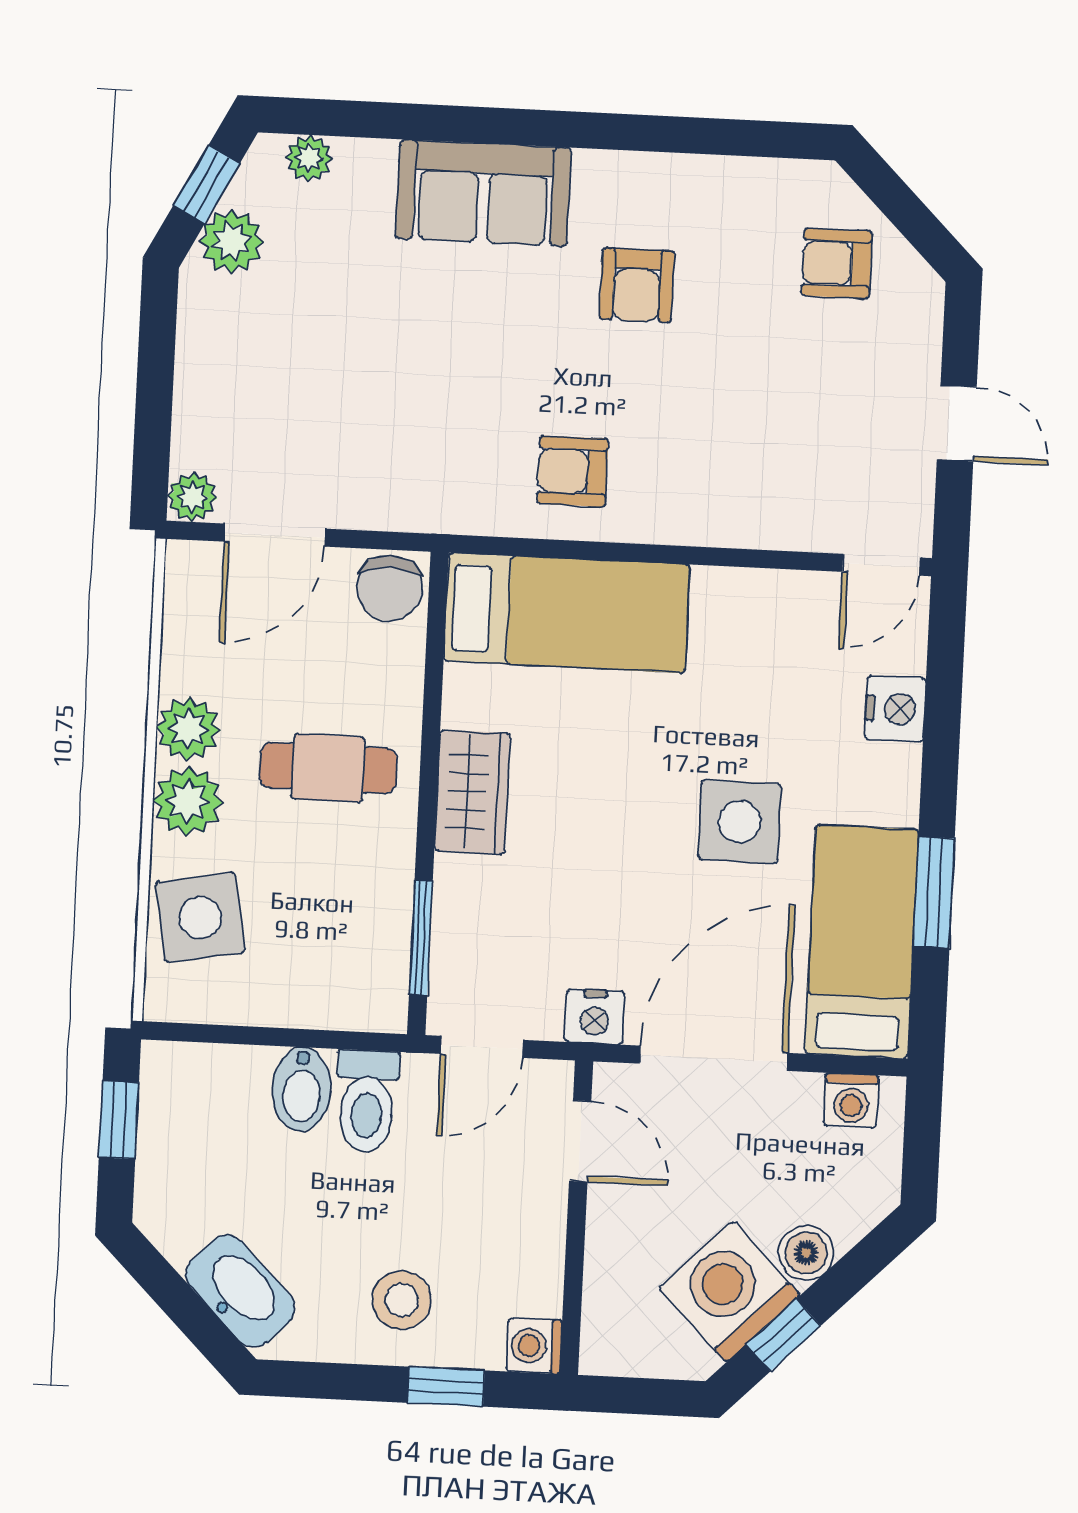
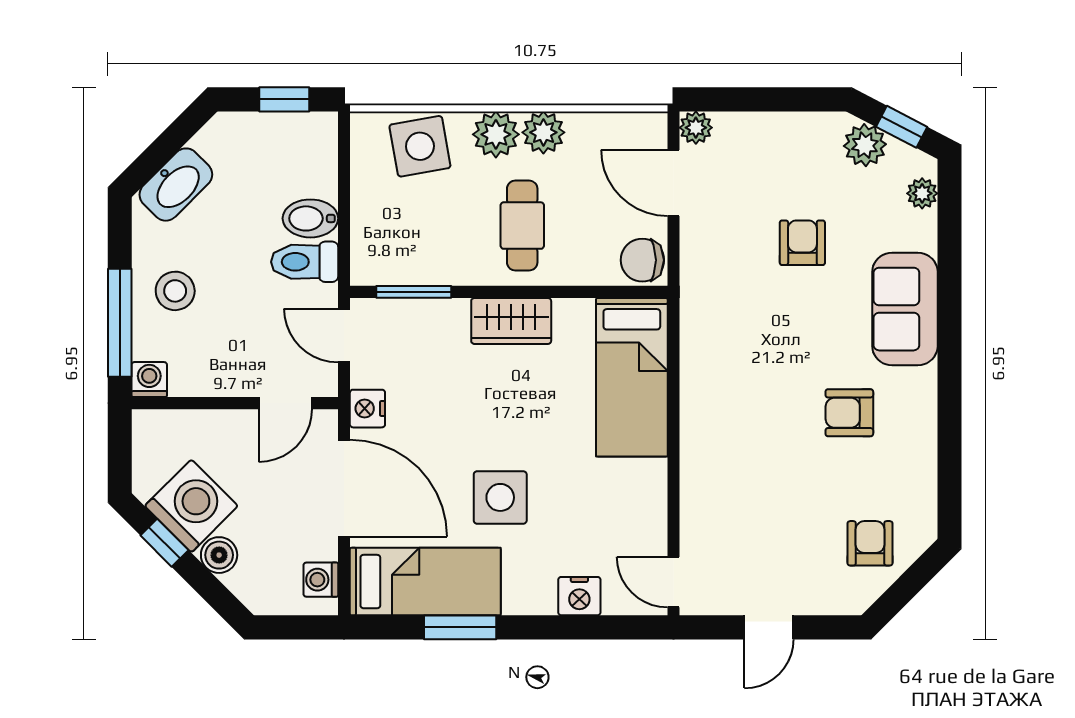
armchair: (573, 471) -> (802, 243), moved
window: (446, 1387) -> (120, 323), width x2.17

